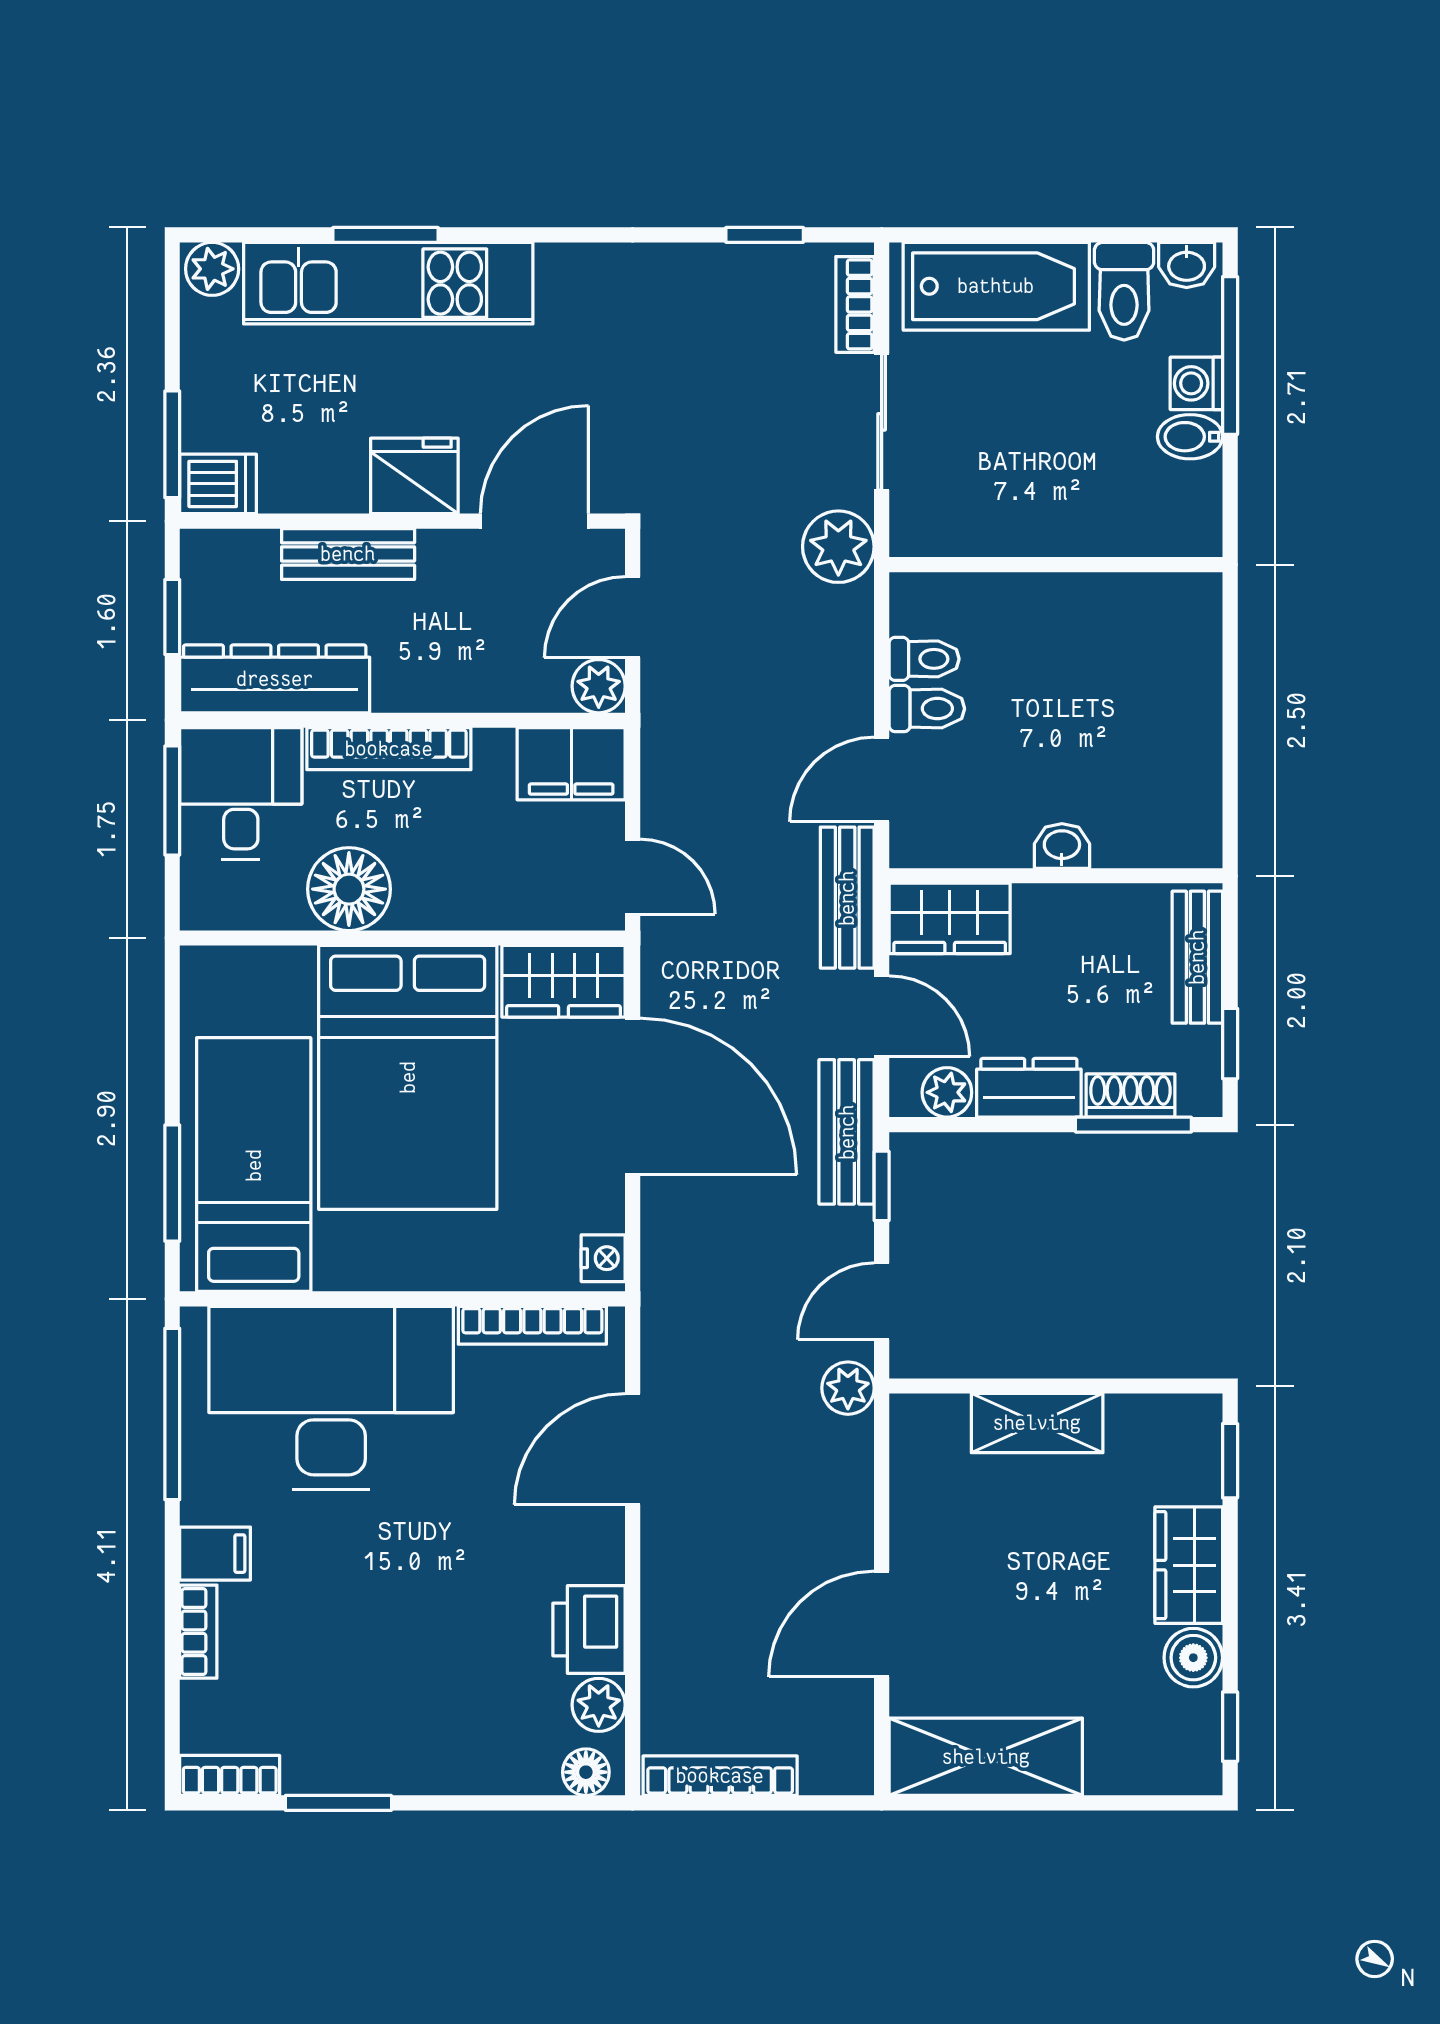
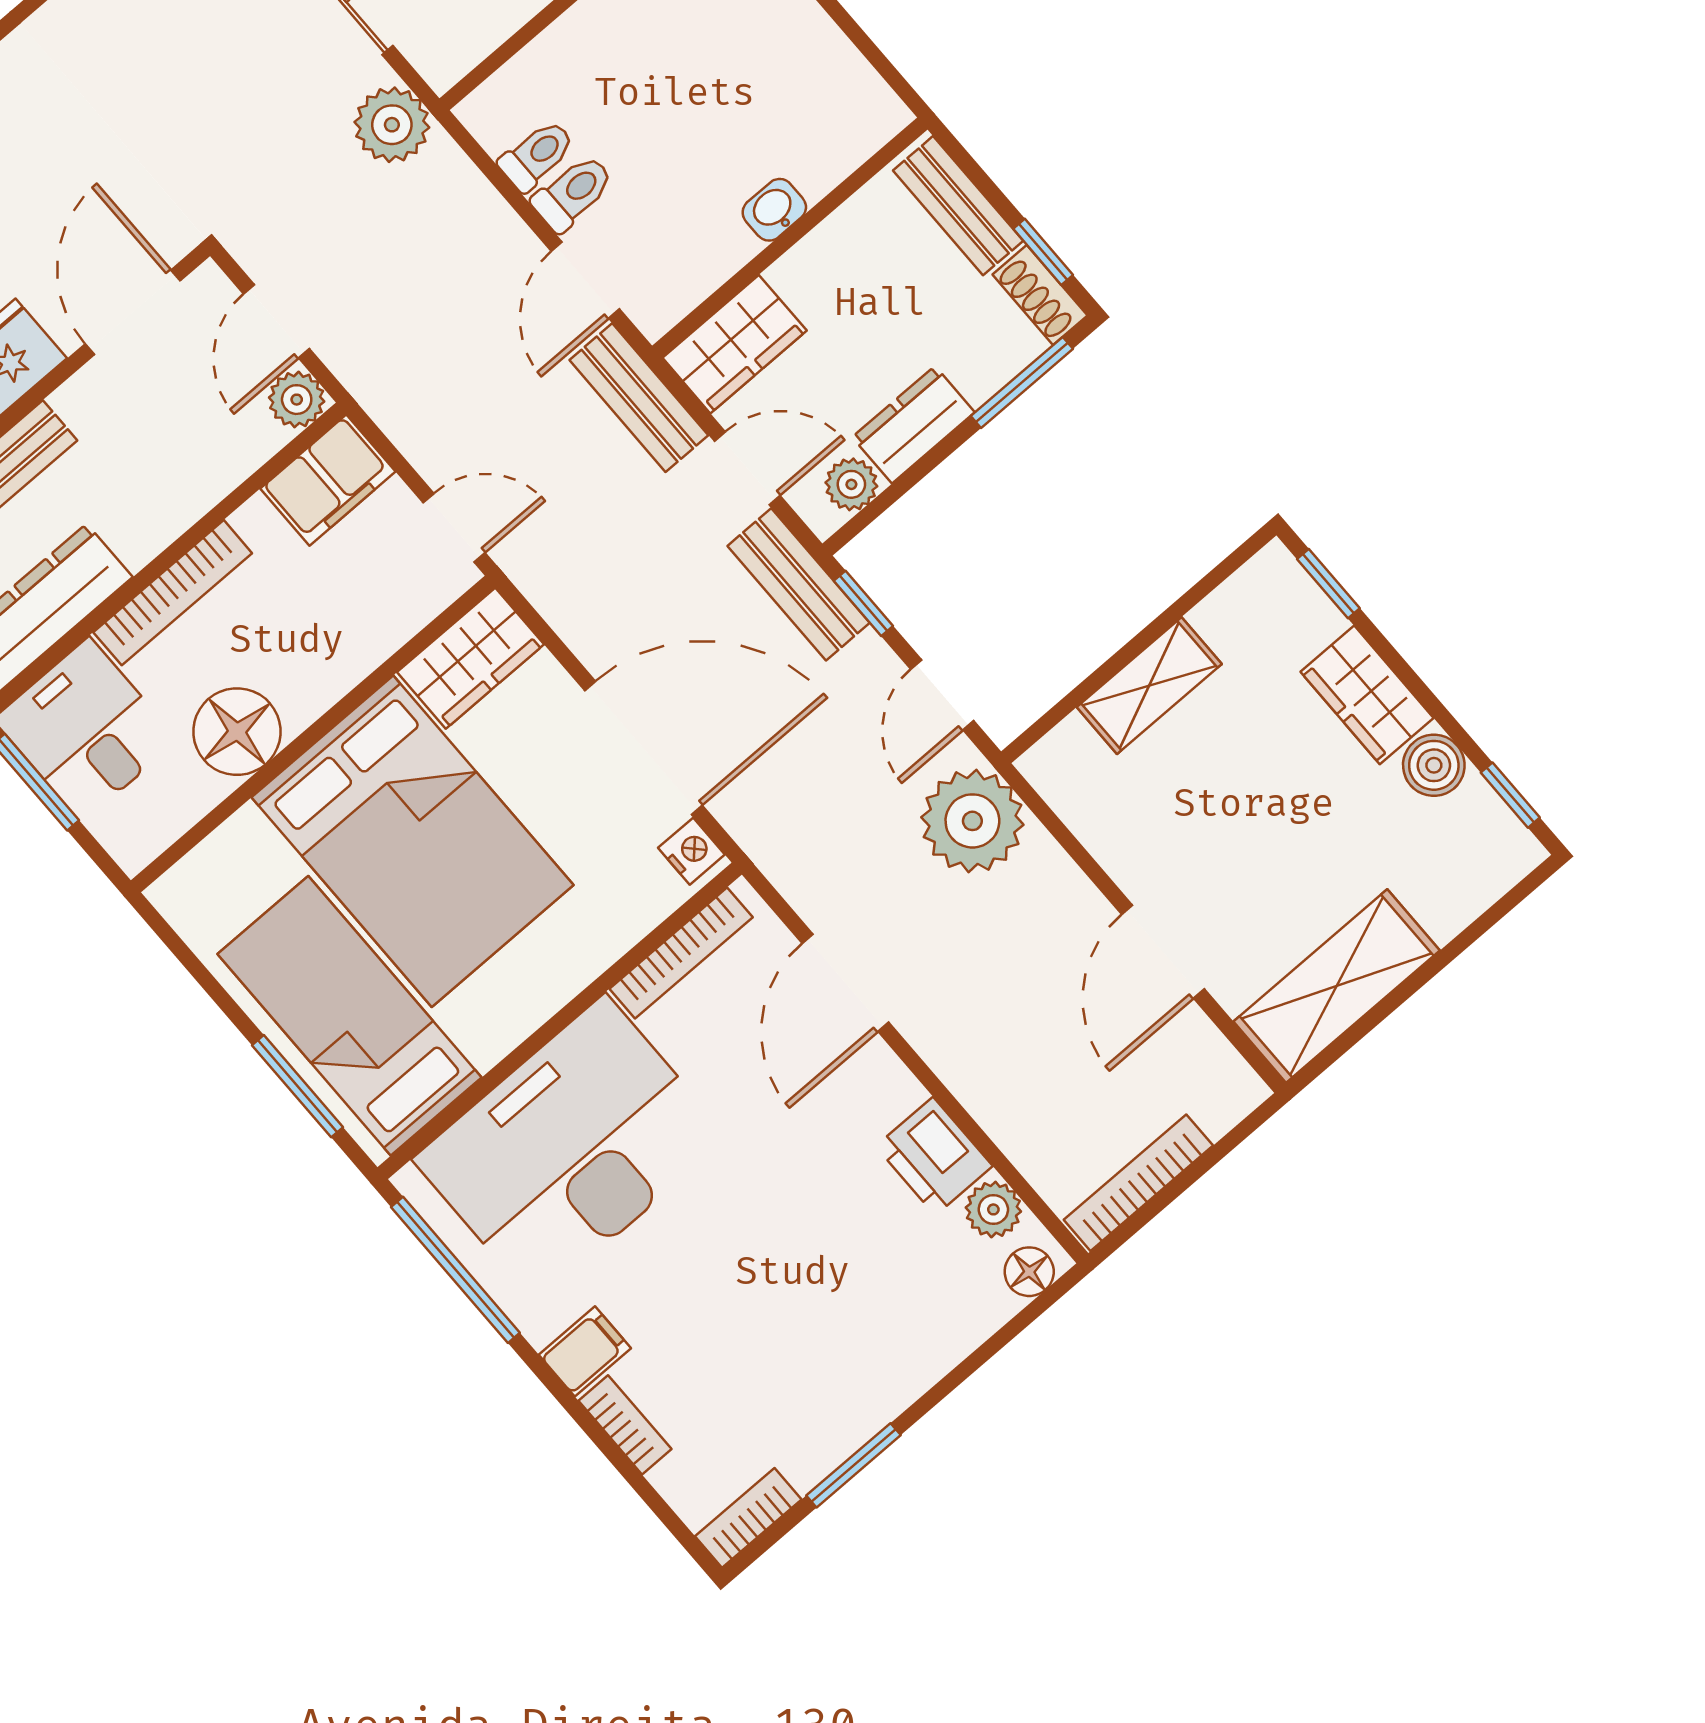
door: (633, 1096) -> (643, 748), moved
shoe rack: (1130, 1096) -> (1040, 295), moved, turned -90
plant: (848, 1388) -> (972, 821), width x1.88, depth x1.88

